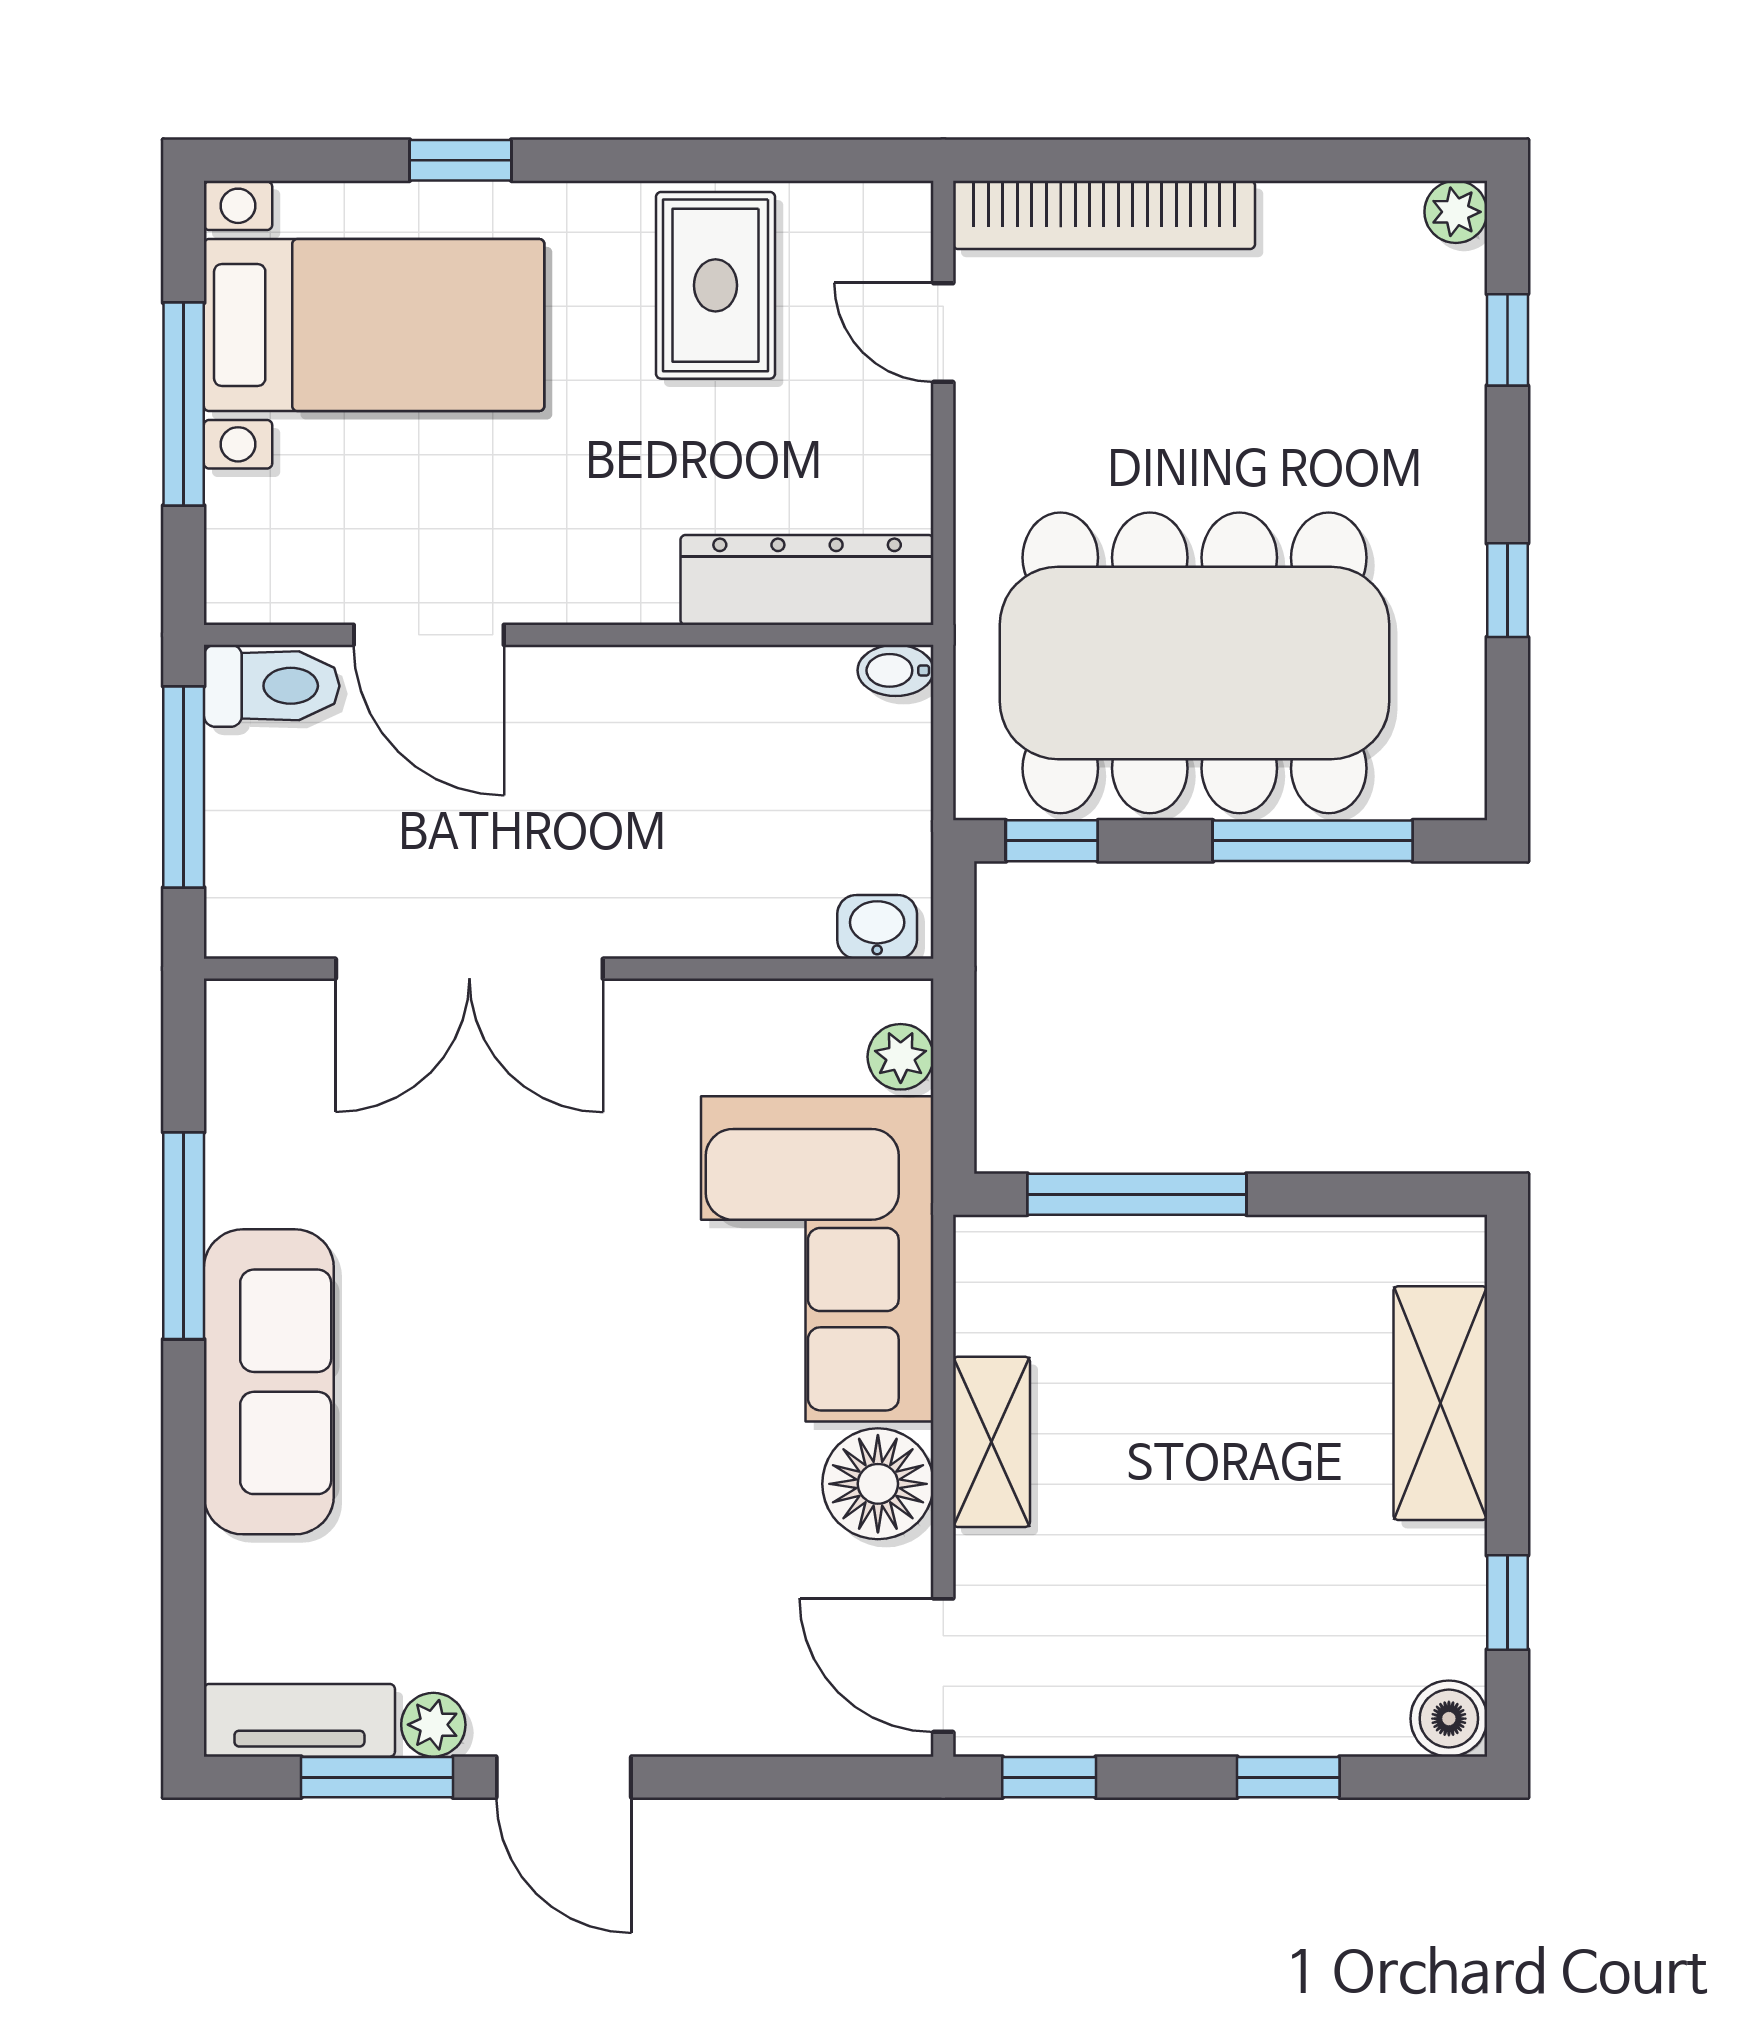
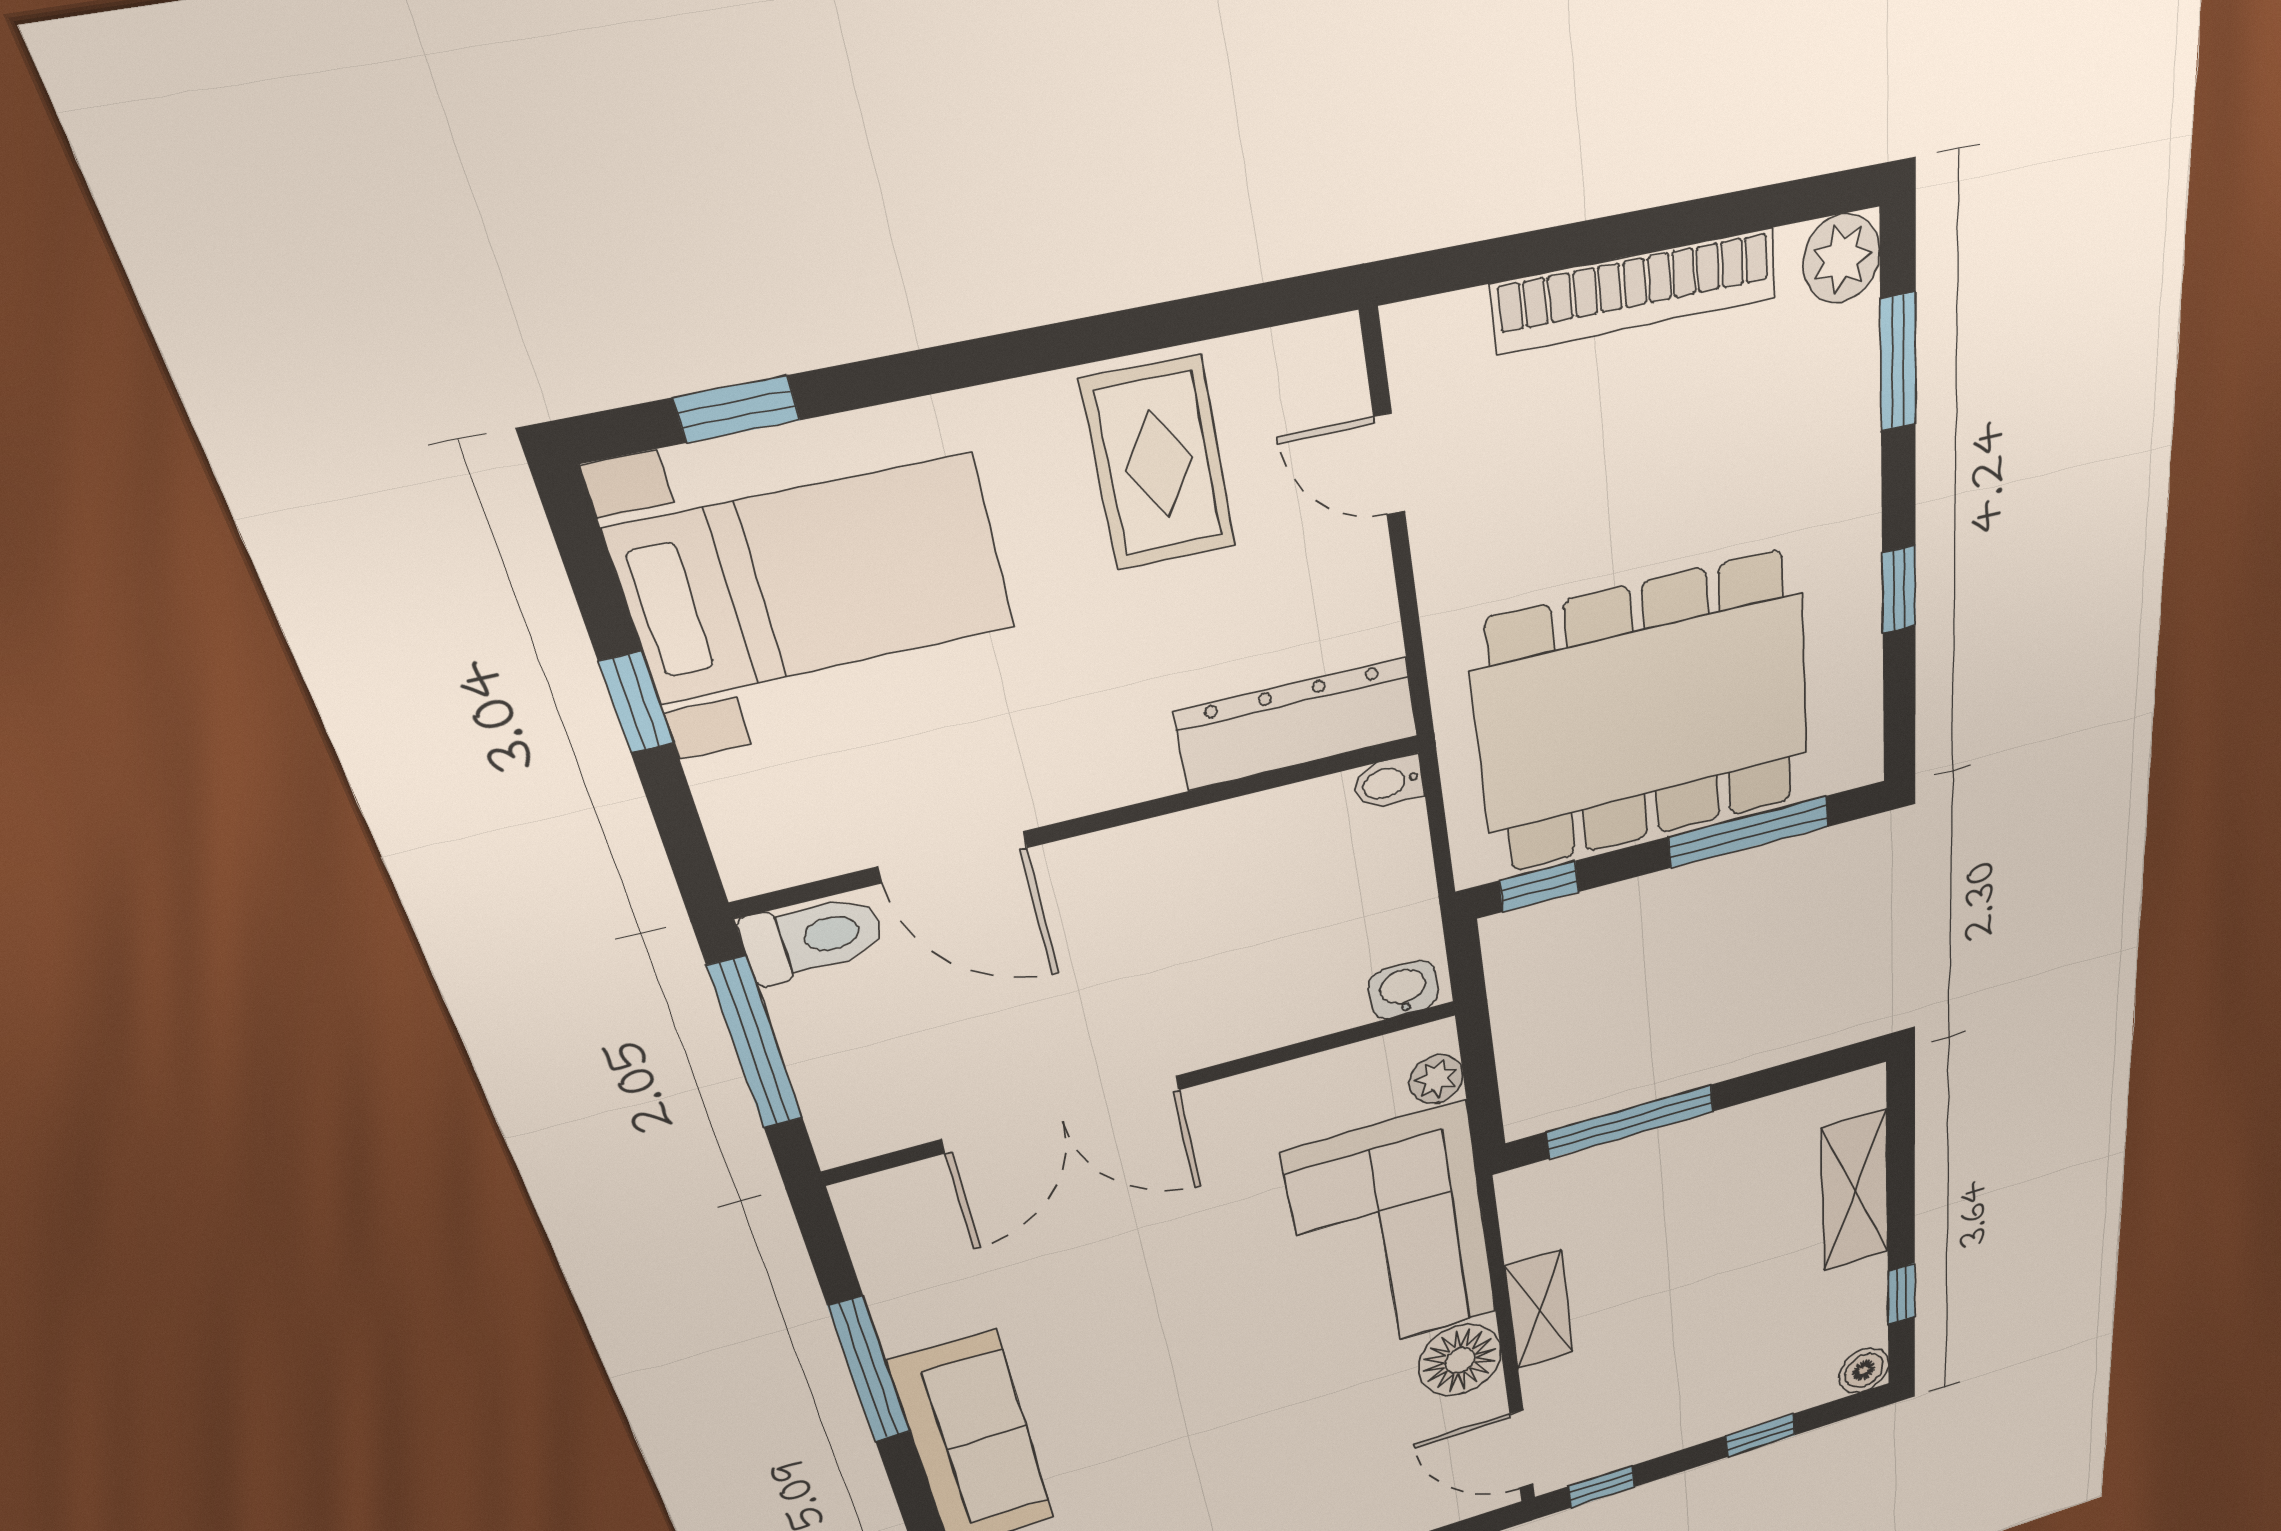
window: (461, 160) -> (737, 409), moved
plant: (1456, 212) -> (1842, 259), width x1.38, depth x1.38
bookcase: (1104, 215) -> (1635, 291), moved
window: (1507, 340) -> (1898, 362), width x1.50
window: (184, 404) -> (636, 702), width x0.46

